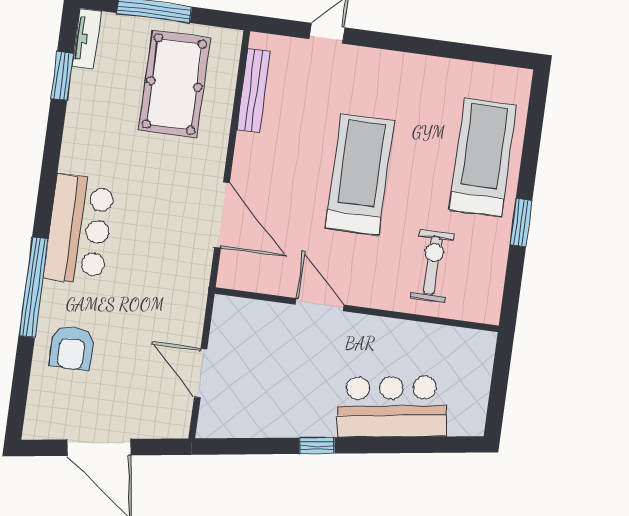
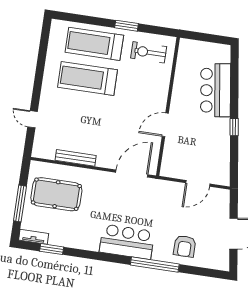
bench: (254, 91) -> (76, 158), moved
treadmill: (360, 175) -> (88, 78), moved
door: (222, 215) -> (132, 173), moved
exercise bike: (433, 266) -> (149, 52), moved
armchair: (72, 348) -> (185, 246), turned 90

